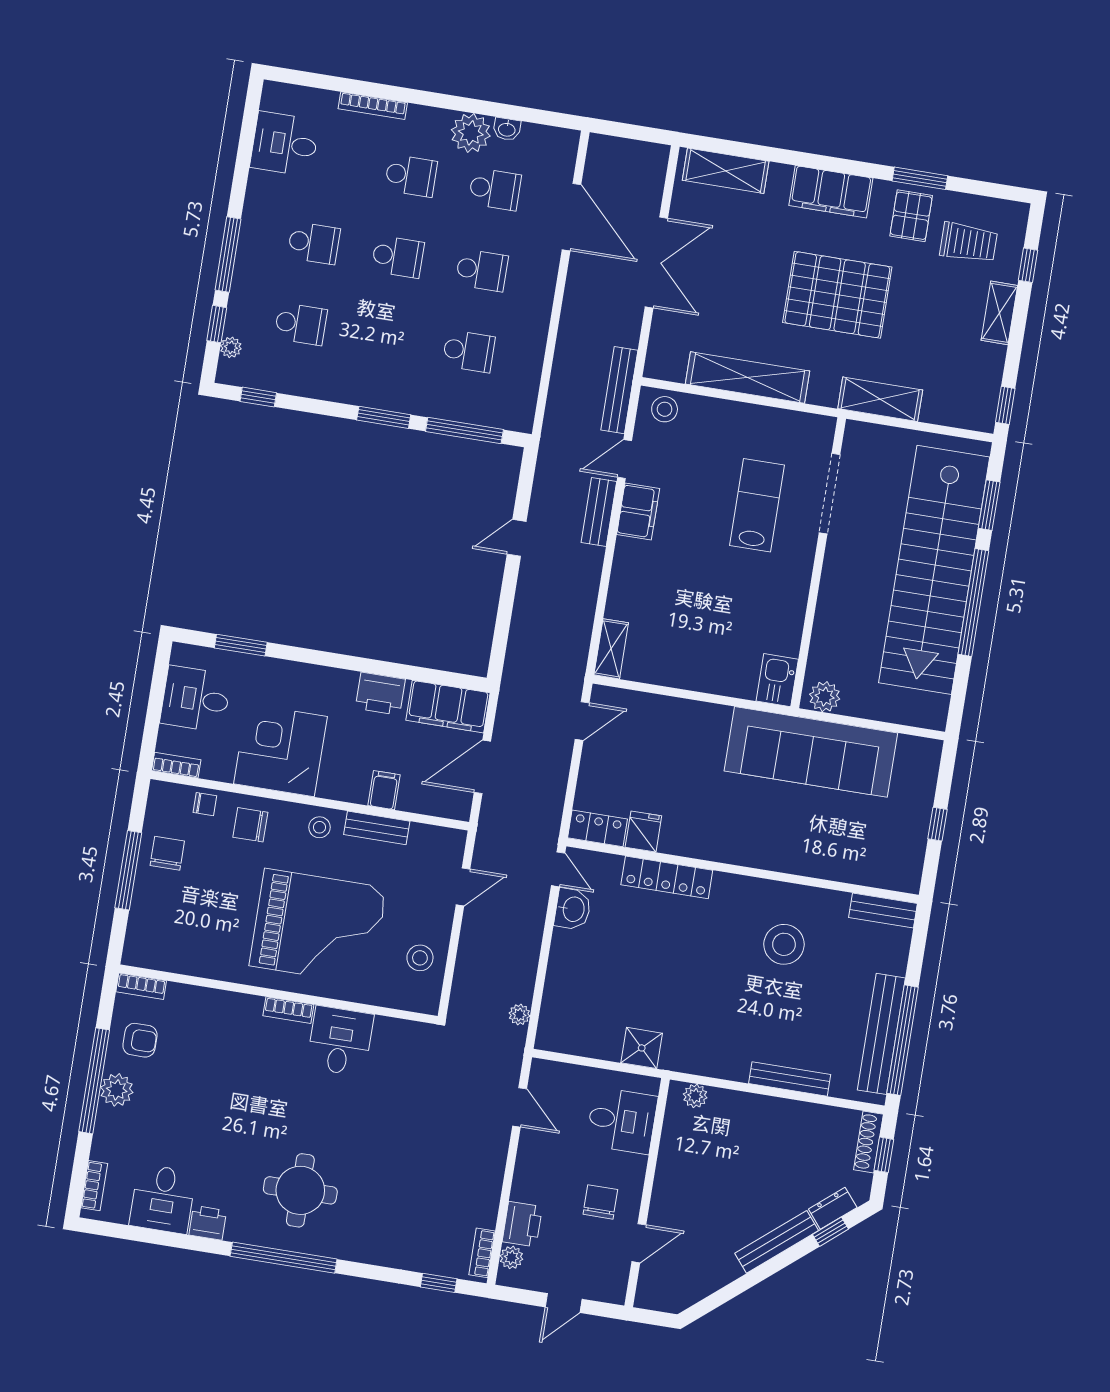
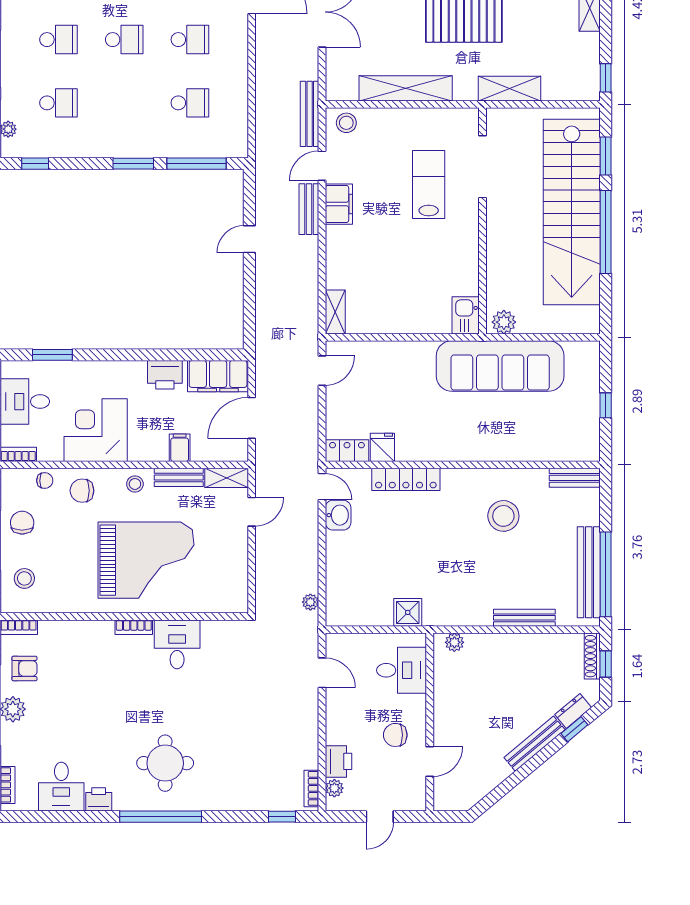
shelving: (438, 838) -> (227, 478), added
stool: (420, 958) -> (24, 578), moved
chair: (600, 1202) -> (395, 735), turned -90

